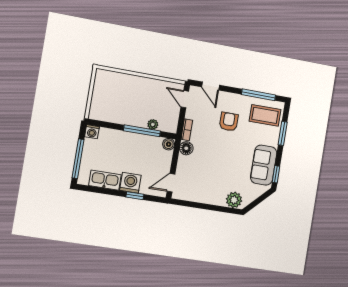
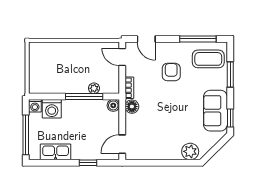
washing machine: (130, 183) -> (52, 109), moved, turned 180

